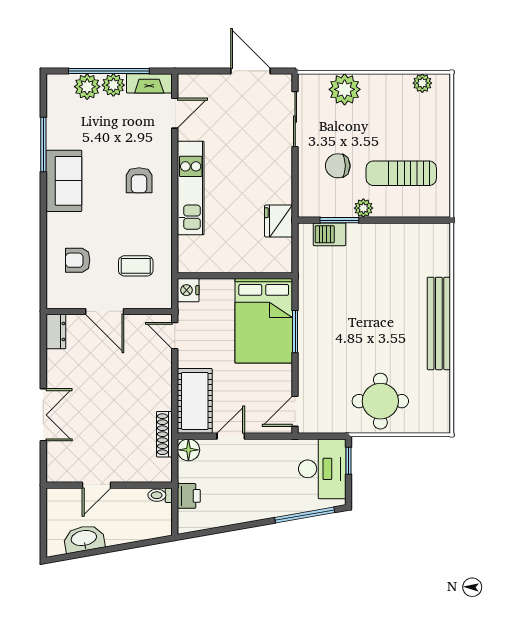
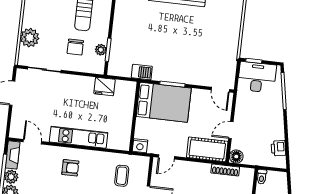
plant: (363, 208) -> (101, 50), moved
barbecue: (330, 234) -> (142, 72), moved, turned -90
round table: (380, 401) -> (220, 37), removed
door: (231, 436) -> (231, 130), hinge flipped
printer: (189, 496) -> (278, 148), moved, turned -100

